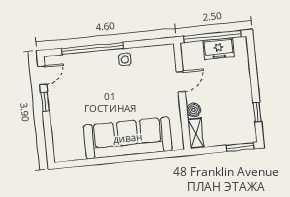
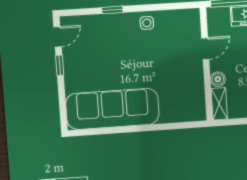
window: (92, 49) -> (112, 10), width x0.32
sofa: (128, 138) -> (112, 109), moved

